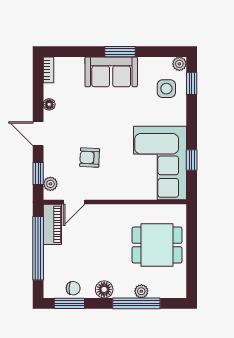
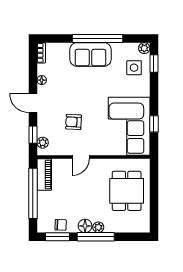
window: (120, 52) -> (97, 38), width x2.11
door: (74, 202) -> (81, 157), moved
dining table: (157, 245) -> (127, 191), turned 90
plant: (141, 291) -> (98, 227), moved
window: (136, 303) -> (96, 237), moved

